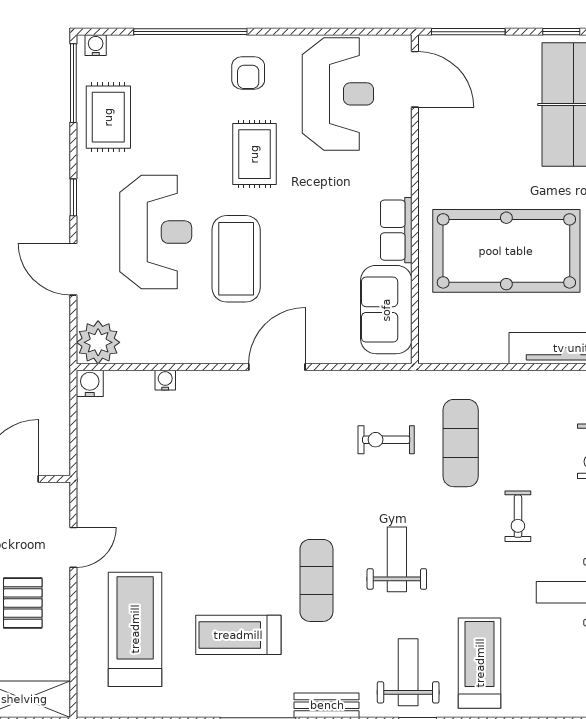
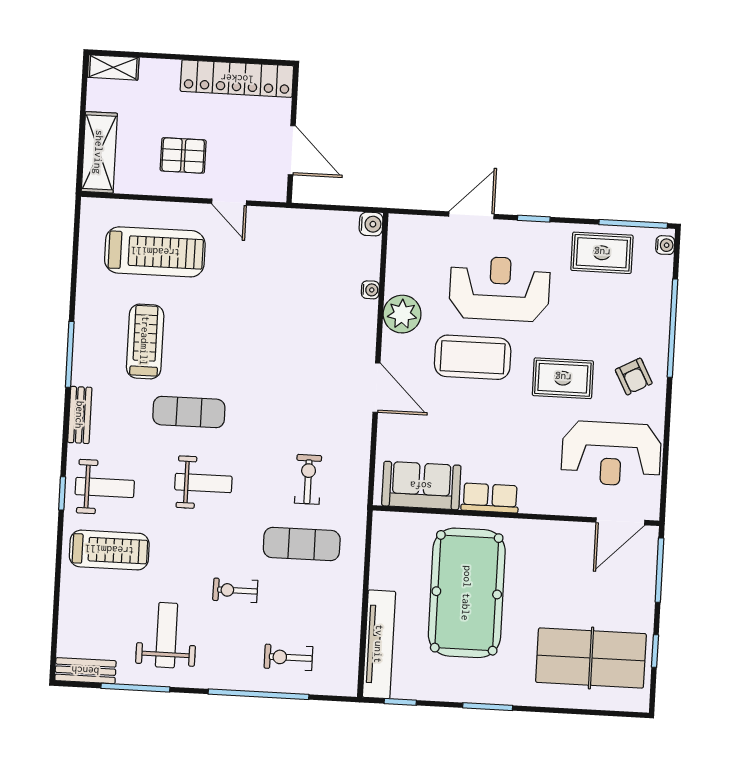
armchair: (248, 73) -> (634, 377), turned -118
reception desk: (156, 232) -> (500, 289), turned 180
plant: (98, 342) -> (402, 314), moved

